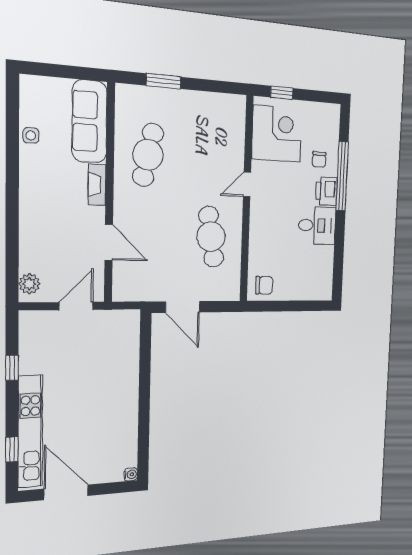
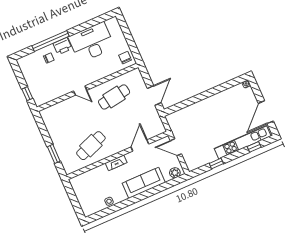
sofa: (89, 121) -> (144, 183), moved, turned 180
corner desk: (277, 134) -> (48, 87), removed
cafe table: (148, 155) -> (91, 146), turned -33
desk: (317, 225) -> (92, 42), width x1.87, depth x1.30

